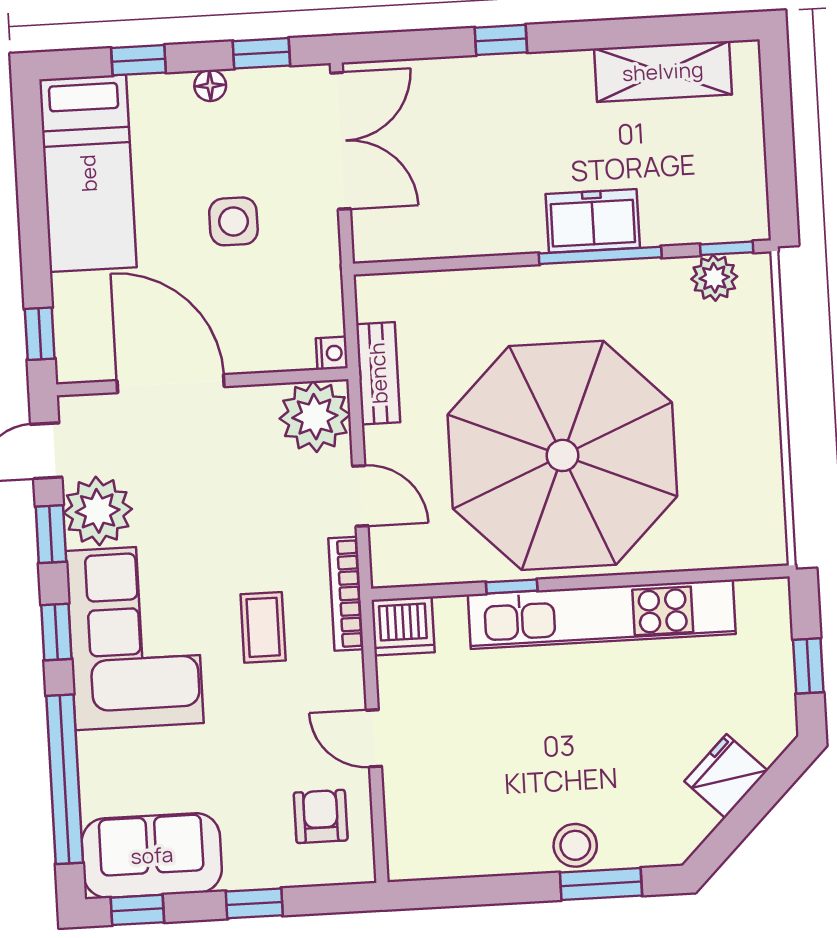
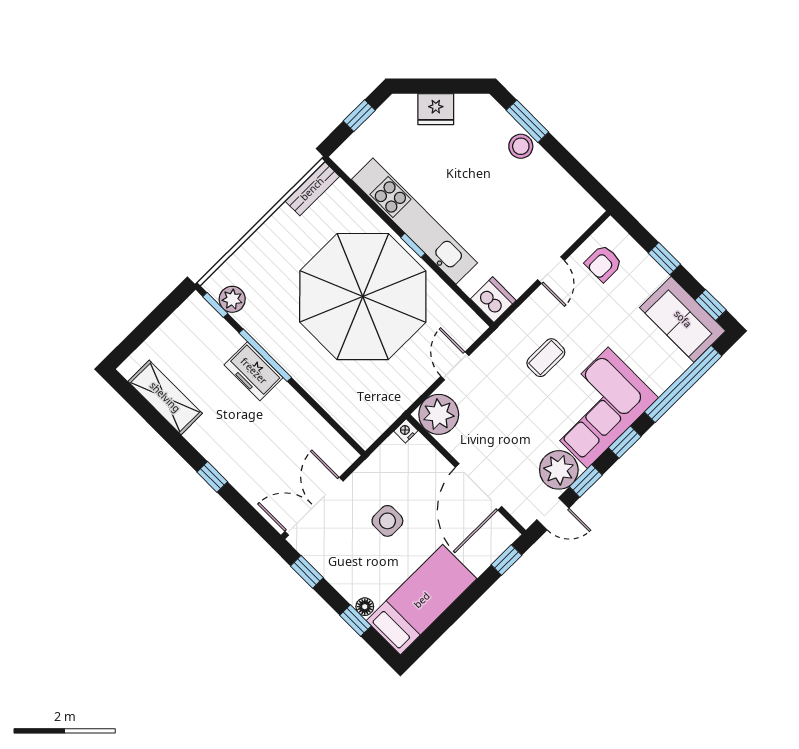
floor lamp: (210, 86) -> (365, 607), moved
bench: (378, 373) -> (312, 189), moved
window: (512, 586) -> (413, 245), moved
bookcase: (346, 594) -> (501, 336), removed

